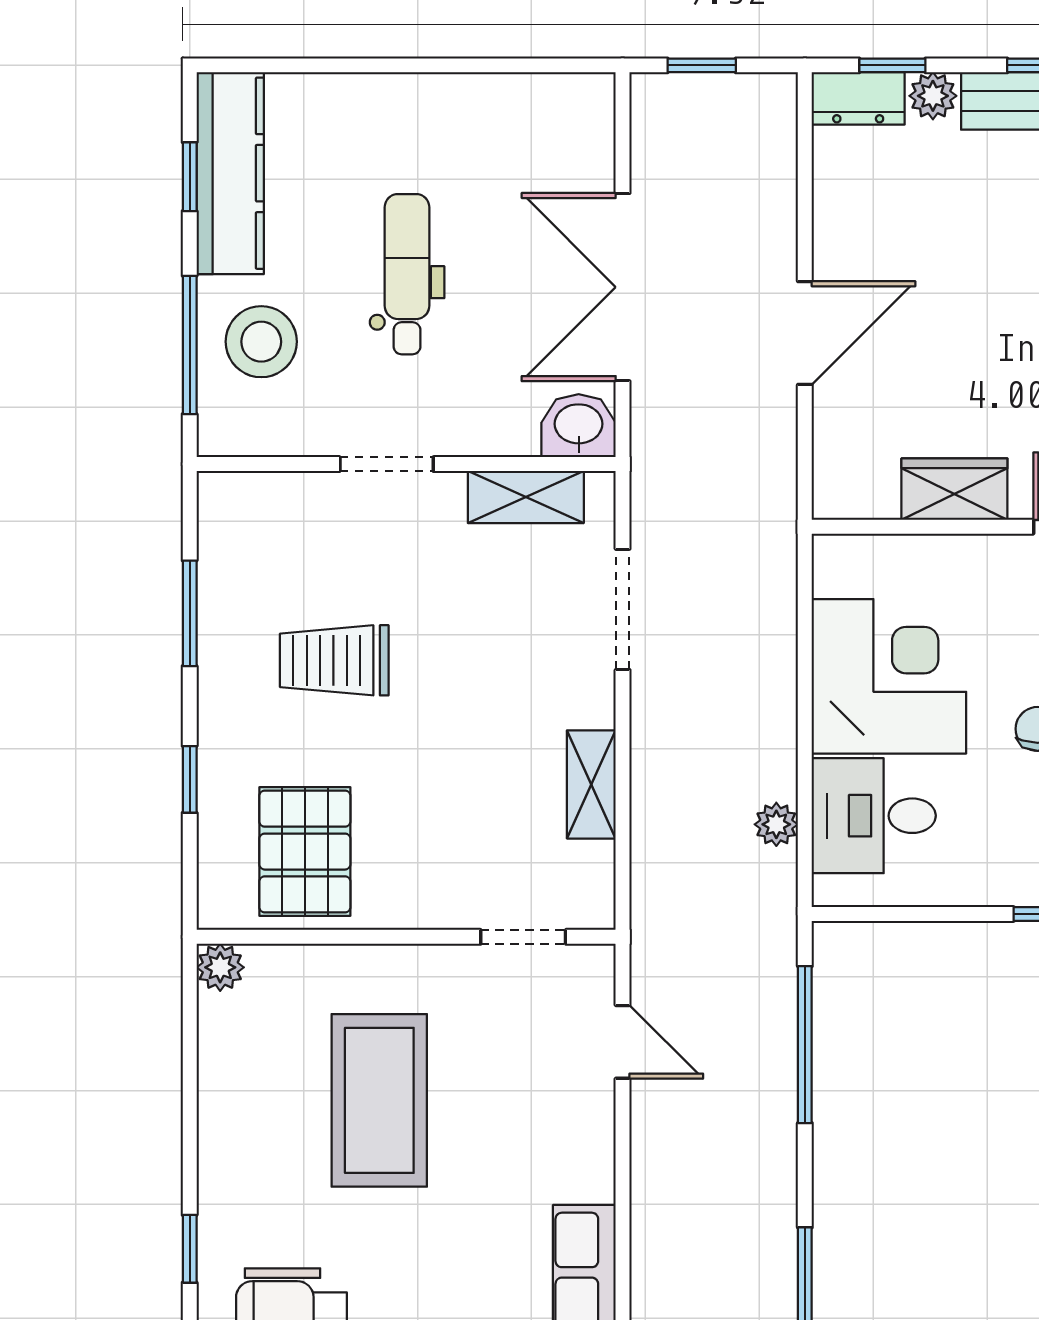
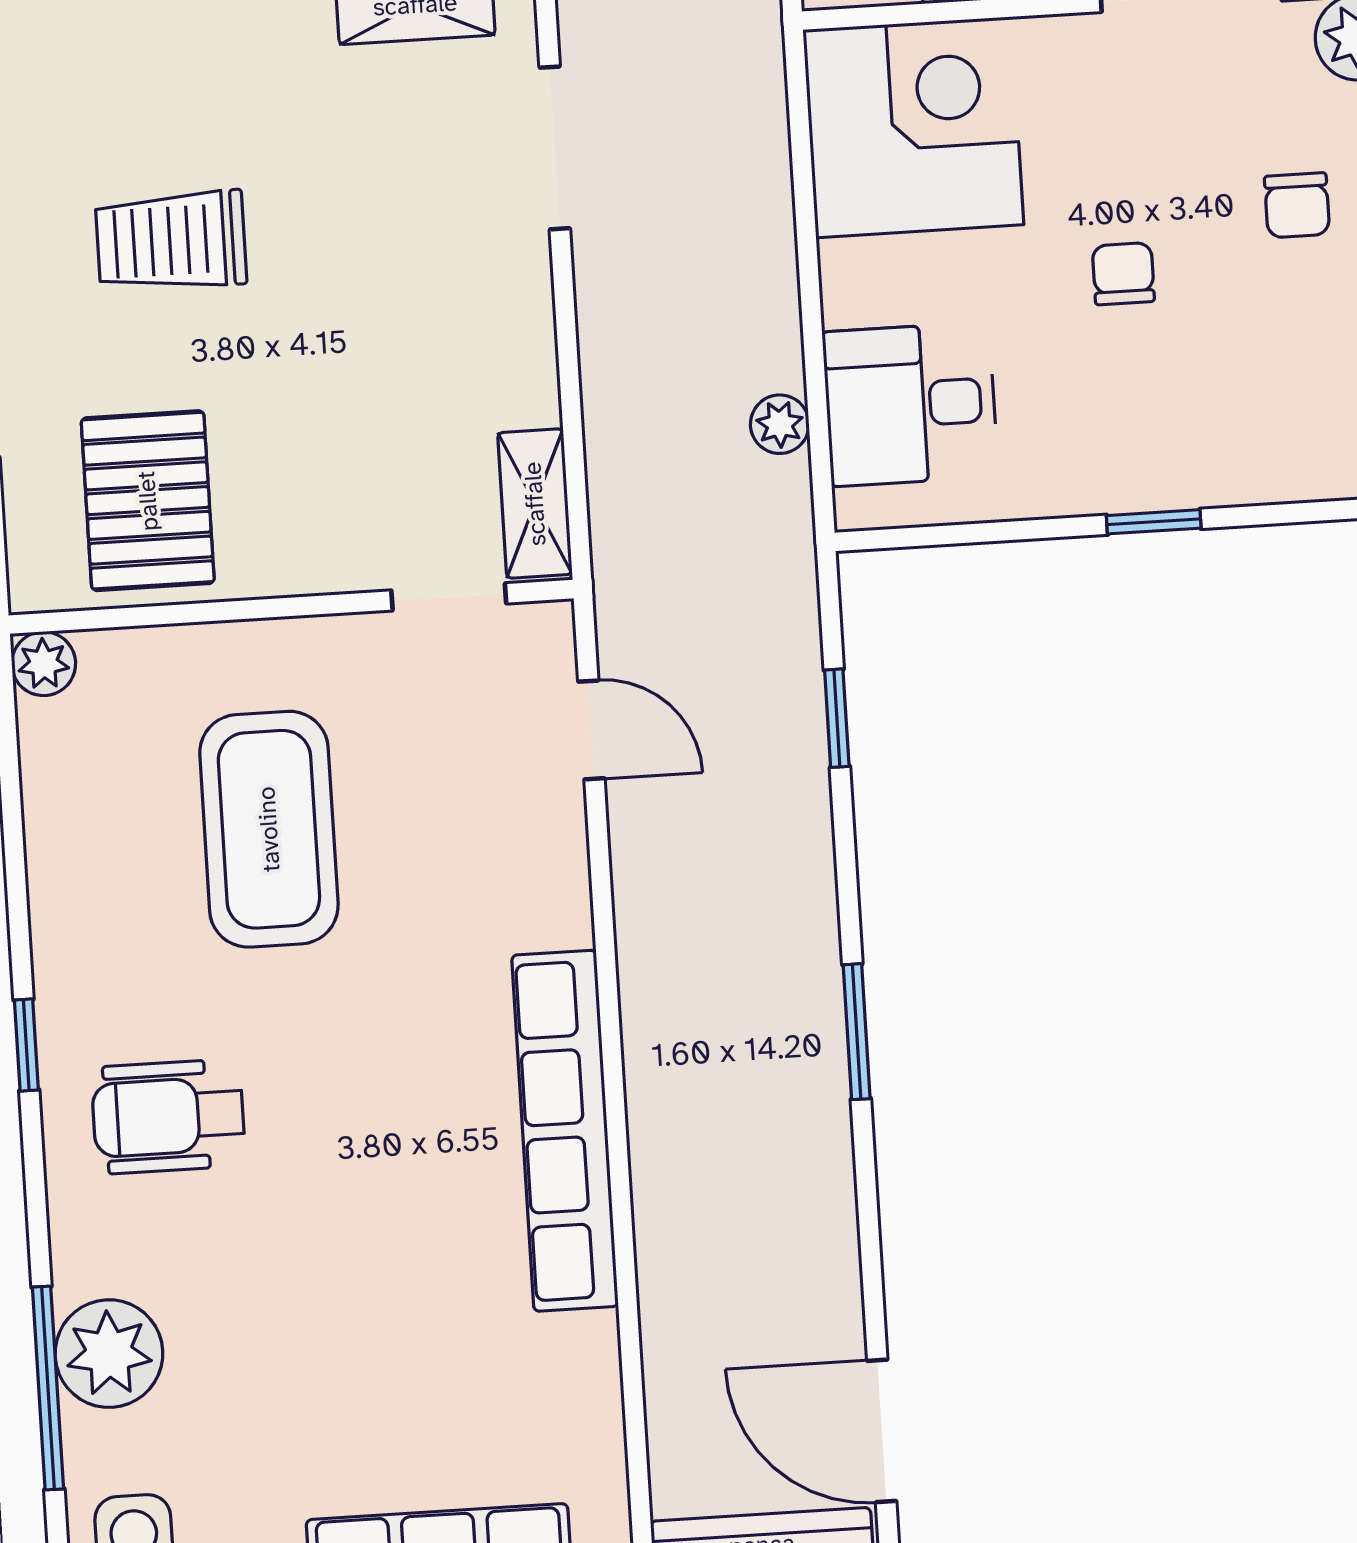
corner desk: (889, 676) -> (913, 127), moved
shelving: (591, 784) -> (535, 504), moved
window: (805, 1045) -> (837, 718), width x0.46

